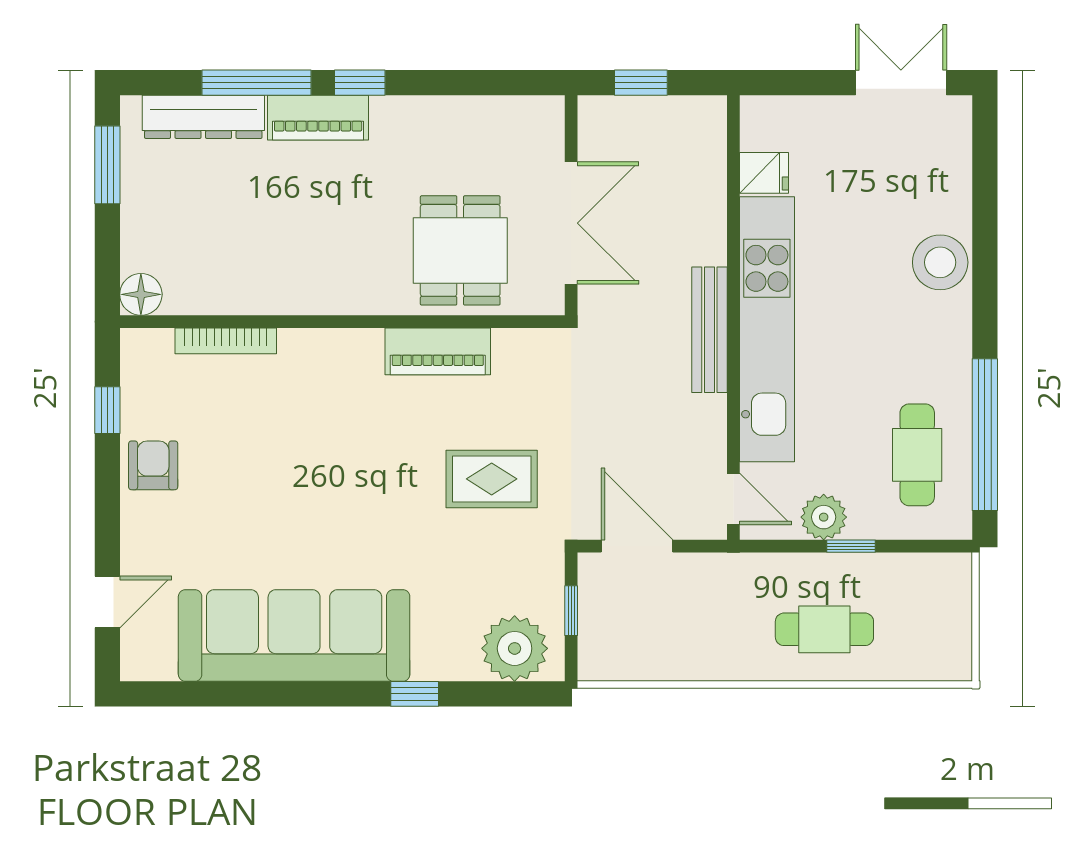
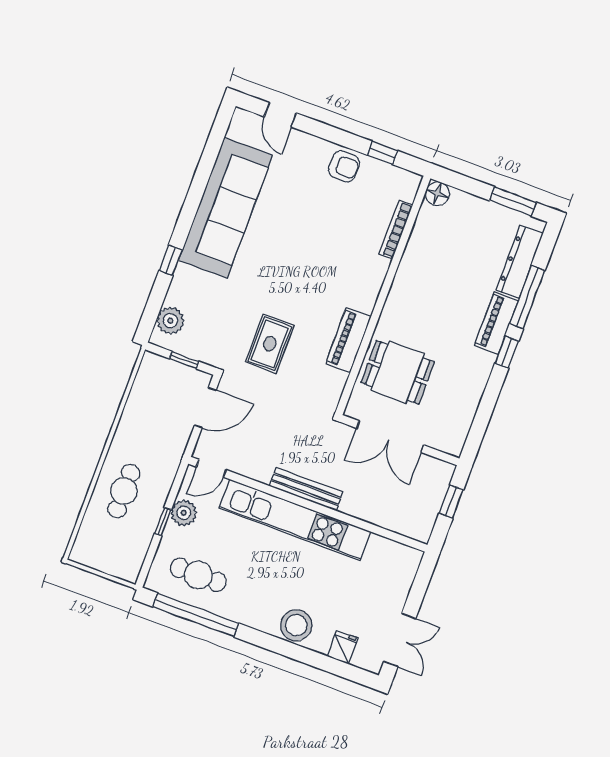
fridge: (764, 173) -> (343, 647), moved, turned 180
plant: (515, 648) -> (170, 321), width x0.73, depth x0.73

